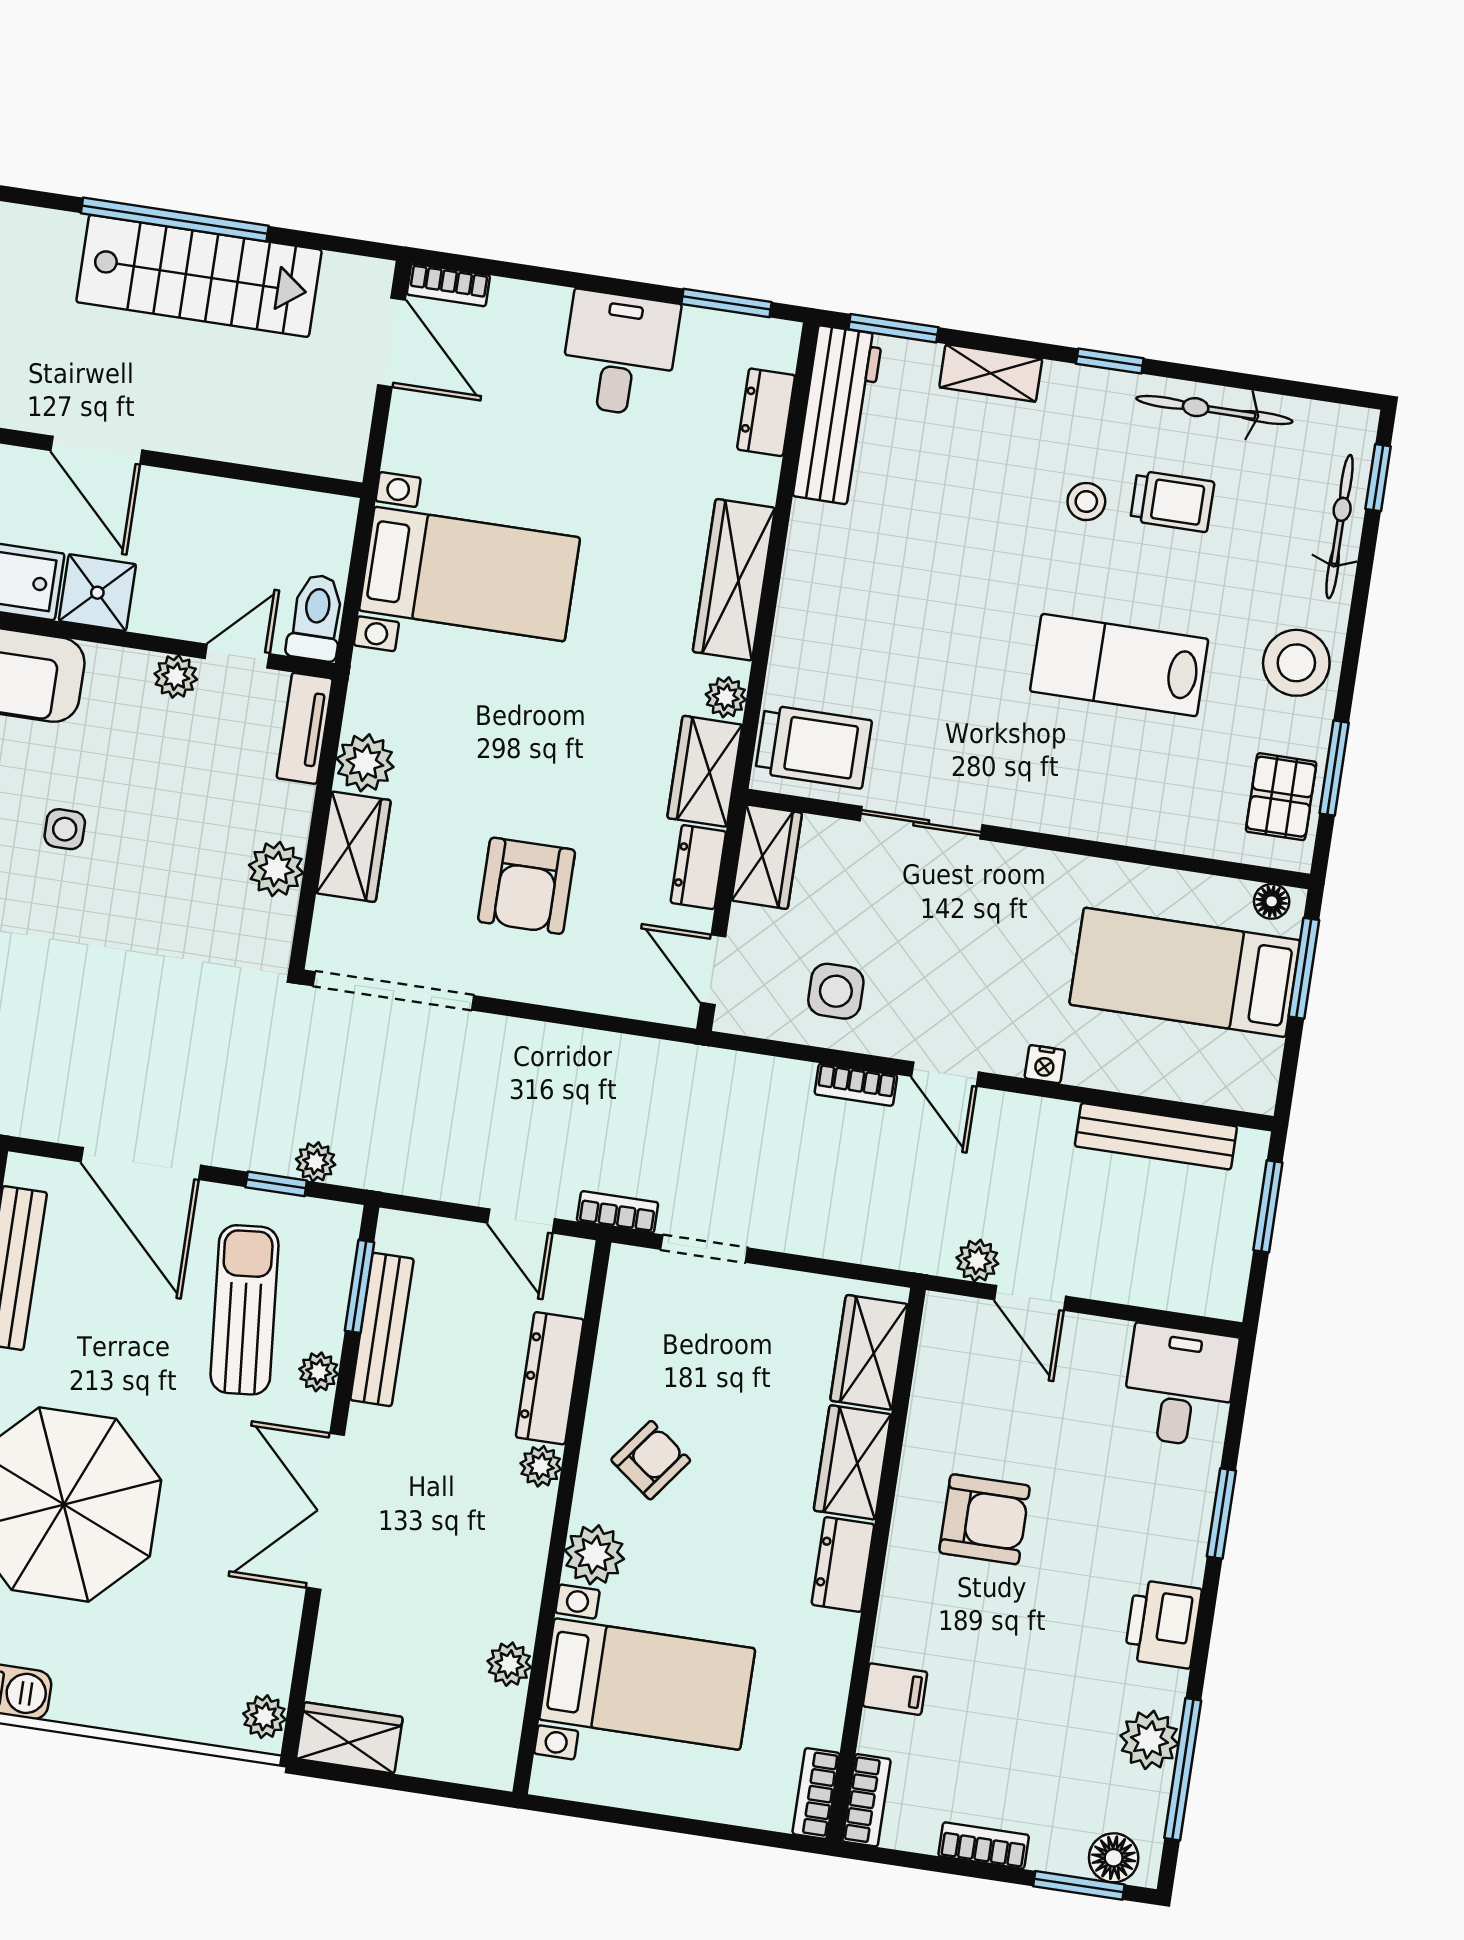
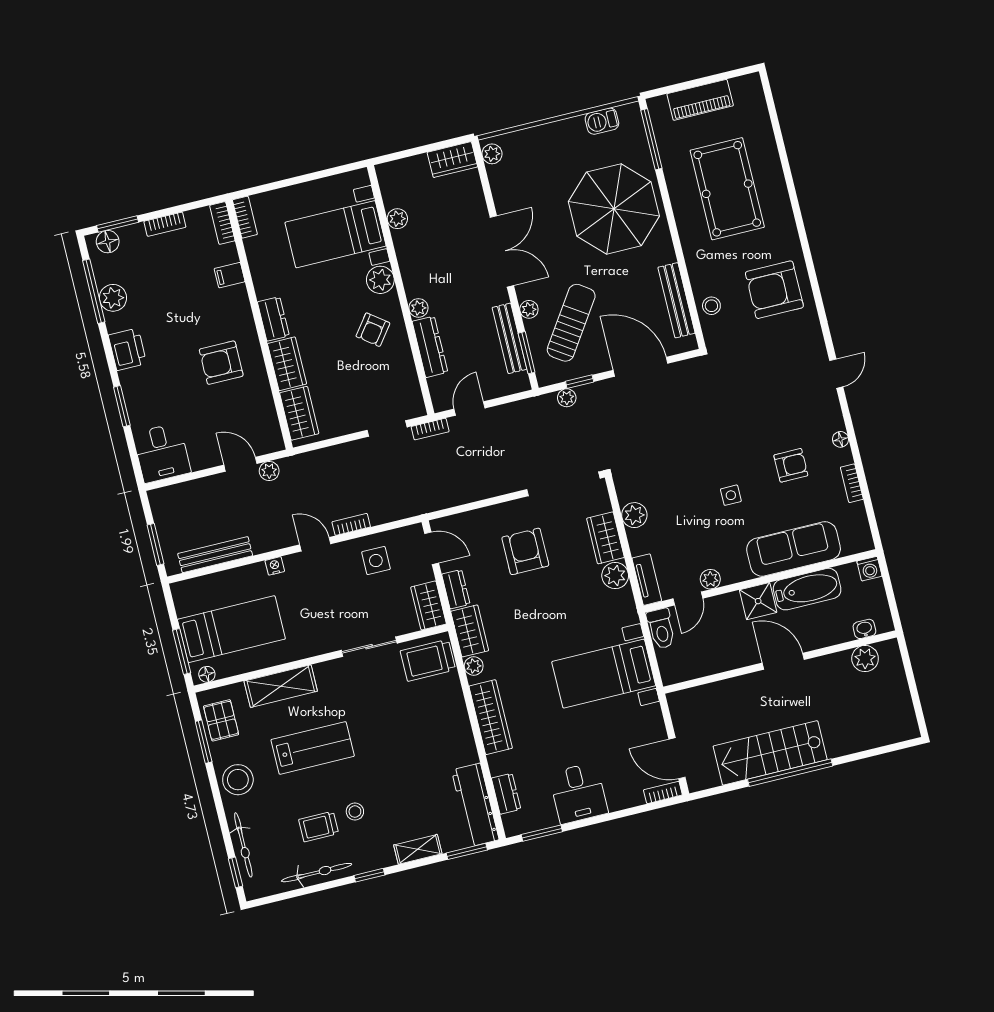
shelving: (1132, 816) -> (281, 686), added
door: (521, 1221) -> (469, 408), hinge flipped
sun lounger: (244, 1310) -> (571, 323), turned -141

